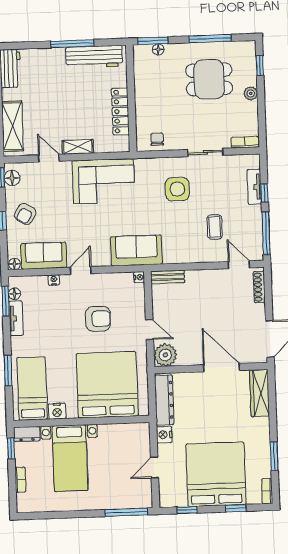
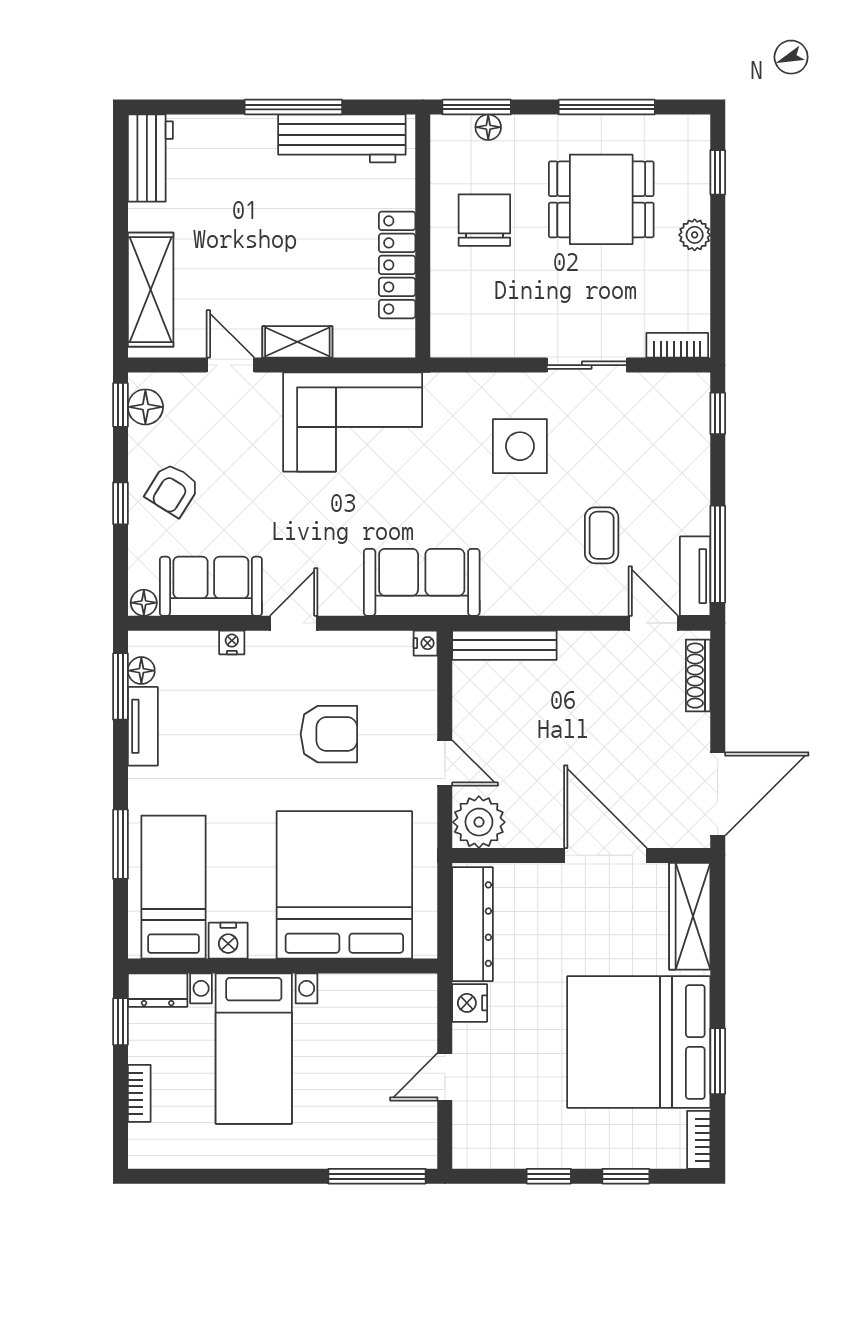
chair: (157, 139) -> (484, 220), moved, width x1.87, depth x1.87
tv unit: (254, 187) -> (695, 576), moved
window: (264, 193) -> (718, 413), moved
bench: (168, 277) -> (504, 645), width x1.36
bed: (216, 474) -> (639, 1042), moved, turned -90
window: (187, 510) -> (549, 1176), moved

